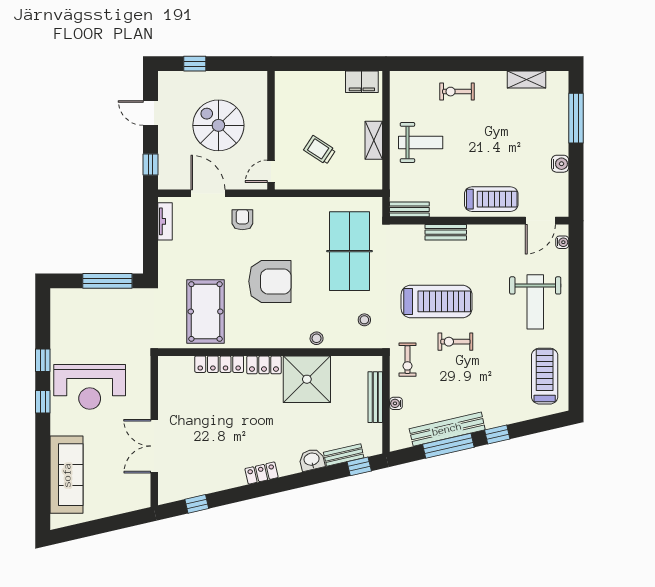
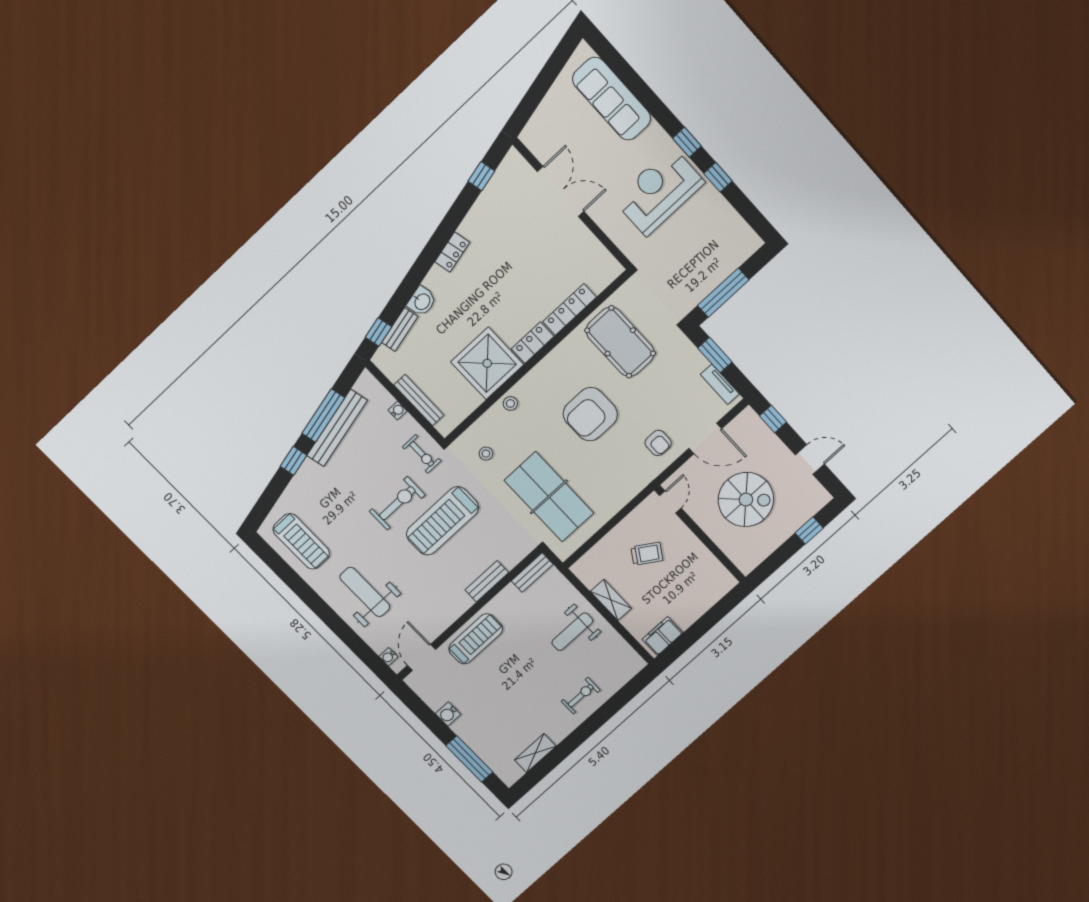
treadmill: (491, 199) -> (476, 639), turned 180
window: (151, 244) -> (715, 355), added
exercise bike: (455, 342) -> (397, 503), width x1.38, depth x1.39
exercise bike: (407, 360) -> (422, 454), turned 180

